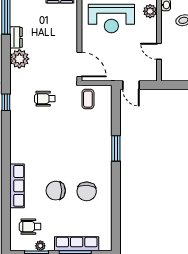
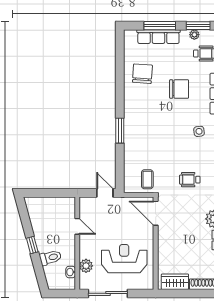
wheelchair: (45, 99) -> (190, 180), turned 180
side table: (35, 148) -> (199, 131), added
chair: (87, 191) -> (142, 74), moved

